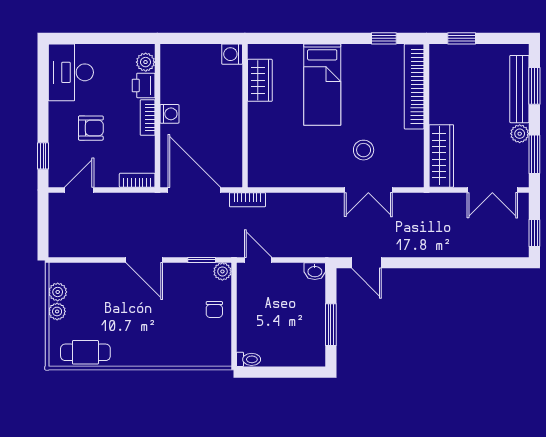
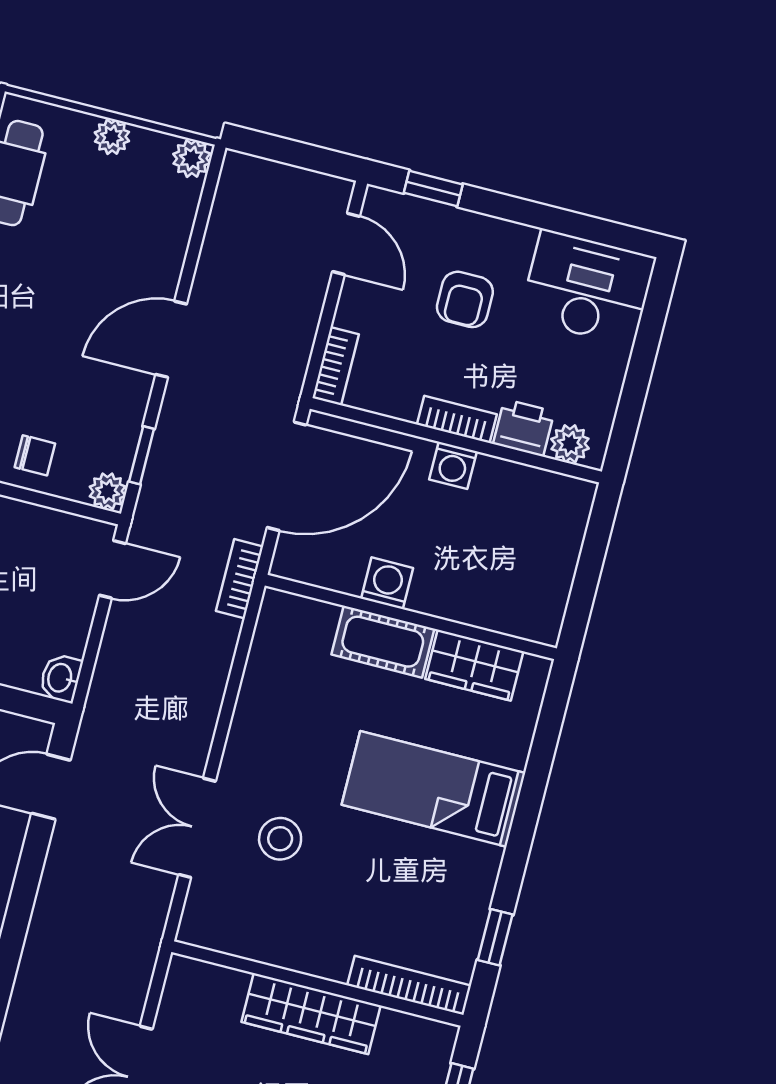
washing machine: (232, 54) -> (387, 583), moved
bookcase: (414, 86) -> (409, 985), width x0.68, depth x0.76
cot: (260, 126) -> (383, 642), added
wardrobe: (441, 156) -> (311, 1014), moved
plant: (58, 292) -> (192, 159), moved
chair: (214, 310) -> (35, 455), turned 180

